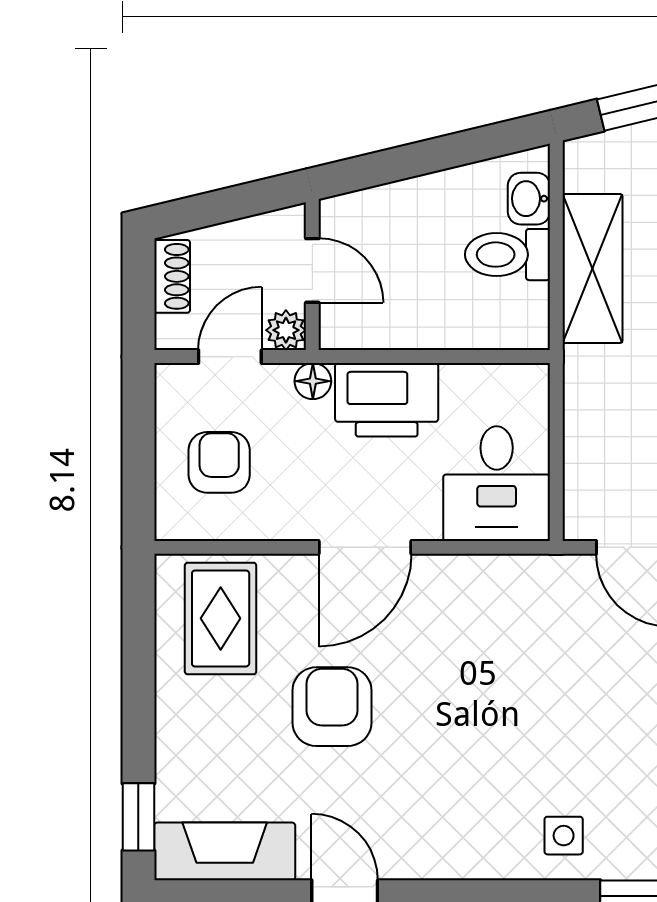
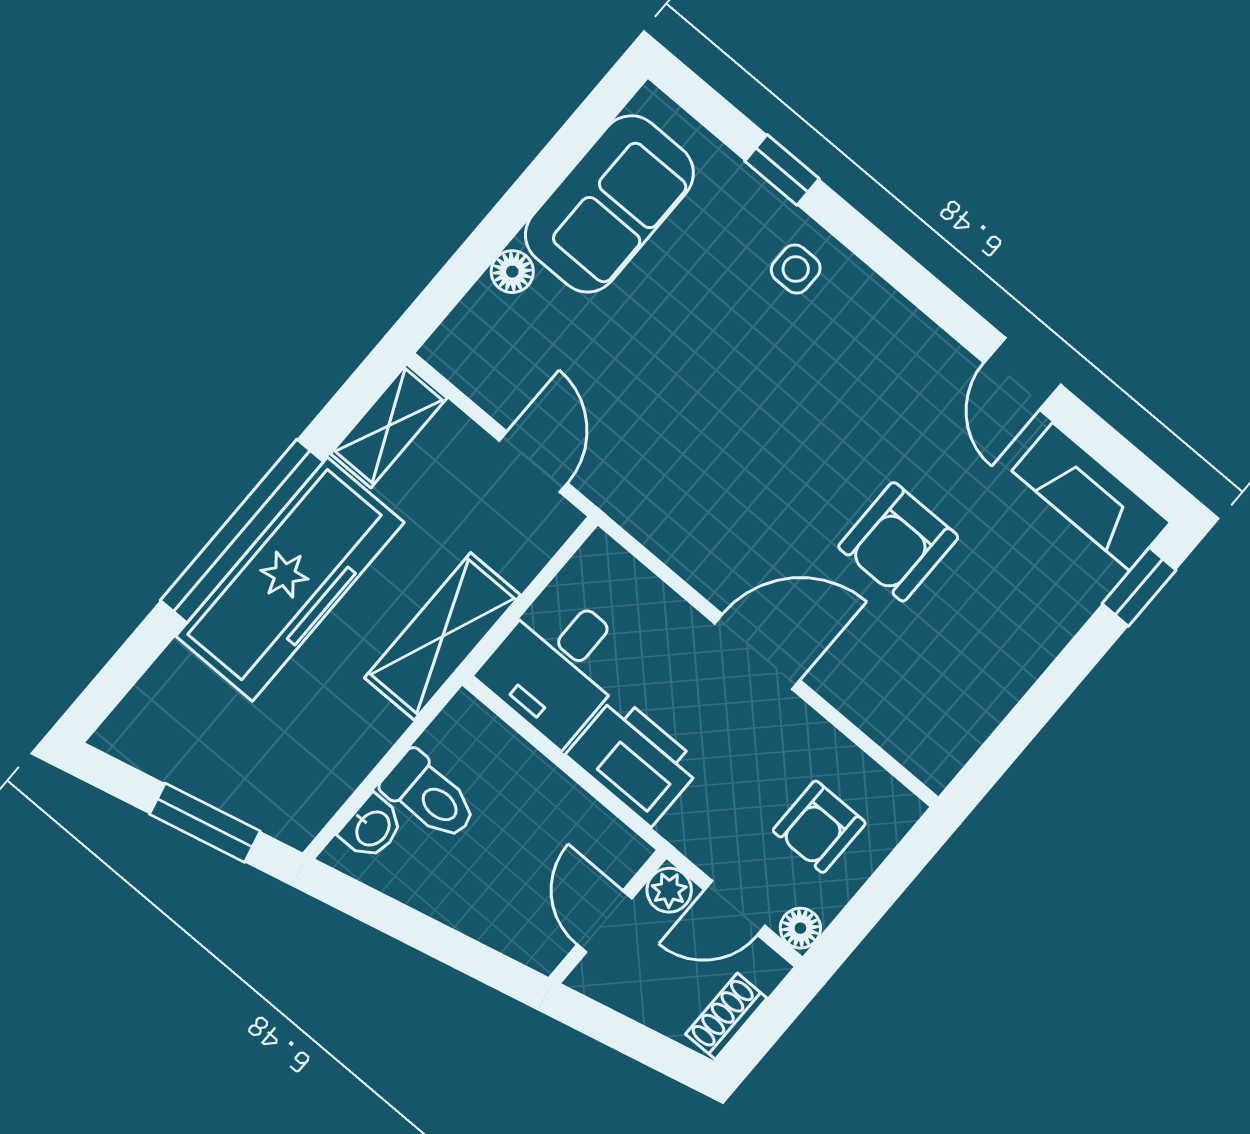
shelving: (592, 269) -> (443, 636), moved
floor lamp: (313, 381) -> (800, 928), moved
desk: (497, 484) -> (558, 666), moved, turned 180
rug: (221, 618) -> (929, 695), removed

